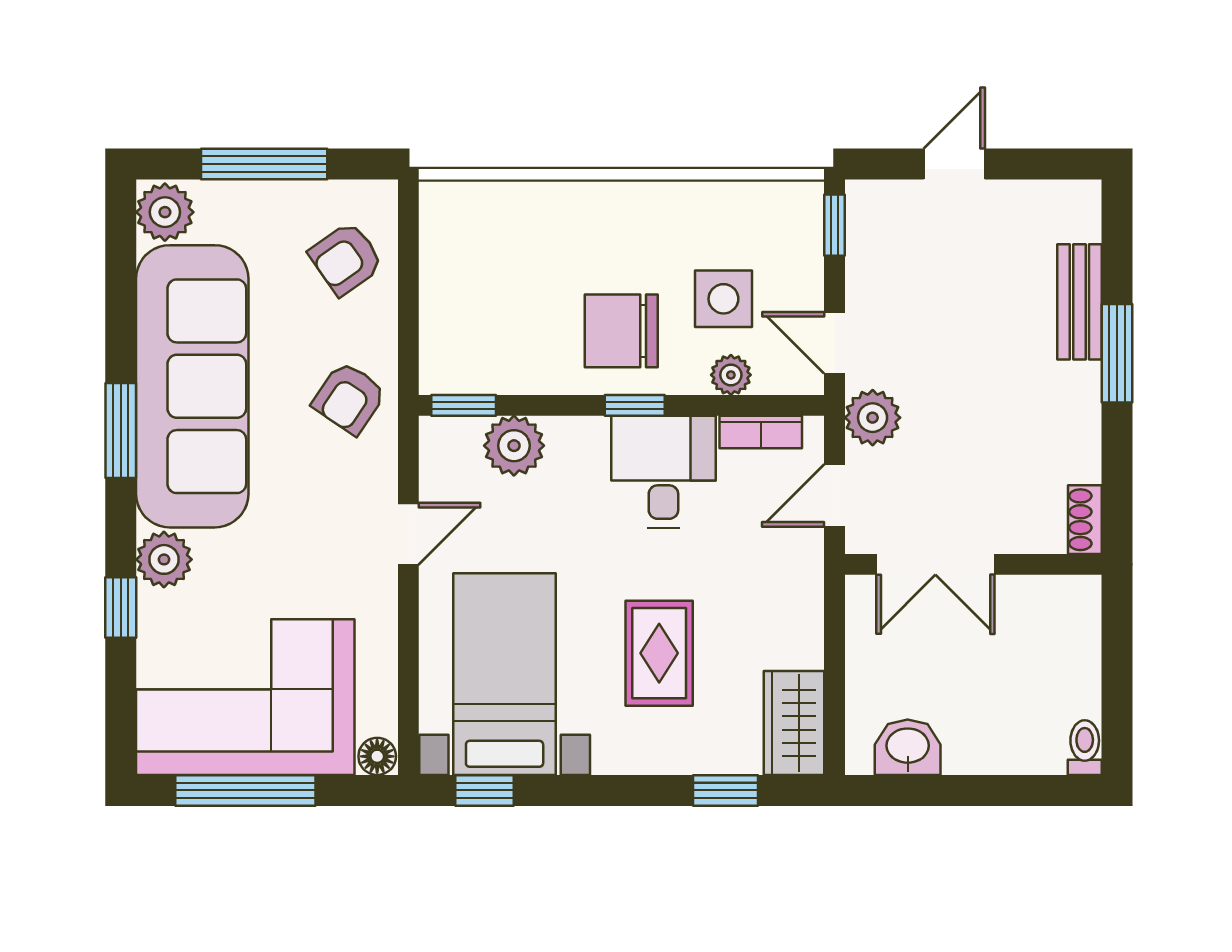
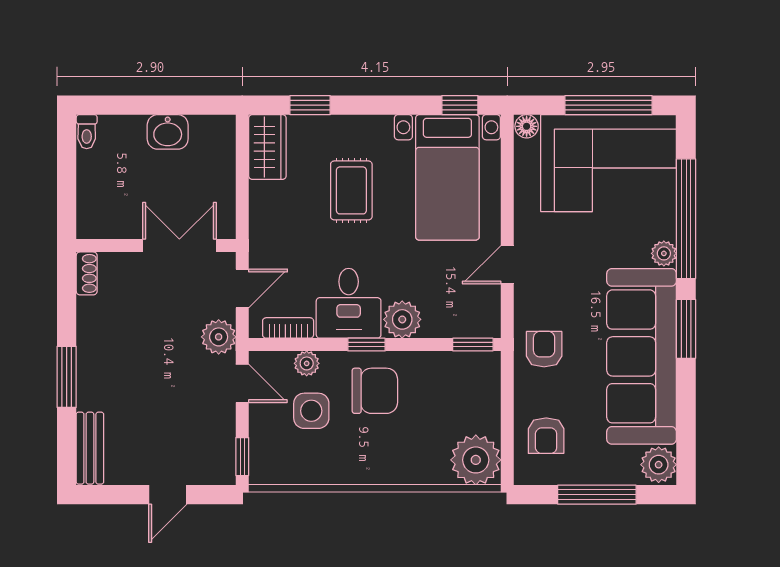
plant: (459, 220) -> (476, 460), added
armchair: (346, 259) -> (546, 436), turned 125
bench: (1079, 302) -> (90, 448), moved
armchair: (349, 398) -> (544, 349), turned -34
plant: (514, 446) -> (402, 319), moved
plant: (164, 559) -> (664, 253), width x0.73, depth x0.73
window: (121, 608) -> (686, 219), width x3.17
washbasin: (908, 747) -> (168, 132), moved

